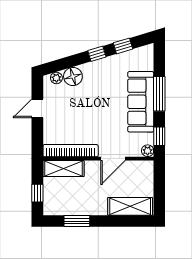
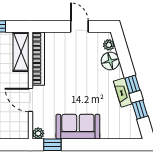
fireplace: (105, 63) -> (123, 93), added
window: (159, 94) -> (94, 145), removed
sofa: (141, 102) -> (78, 127), width x0.73

